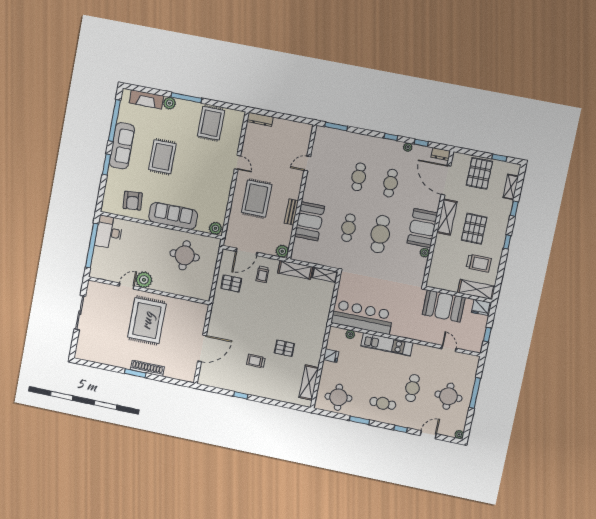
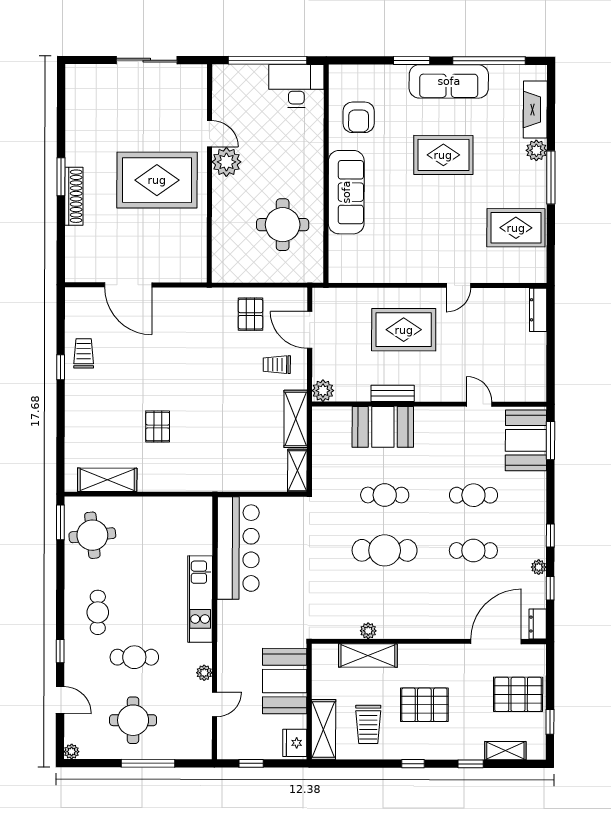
armchair: (133, 201) -> (359, 117), turned -85
shelving: (447, 217) -> (368, 655), moved
plant: (215, 228) -> (339, 269), removed
booth: (422, 228) -> (526, 440), moved, turned 90
plant: (350, 334) -> (204, 673), moved
fridge: (331, 356) -> (161, 508), removed
trolley: (256, 361) -> (84, 353), moved
window: (360, 420) -> (60, 522), moved

